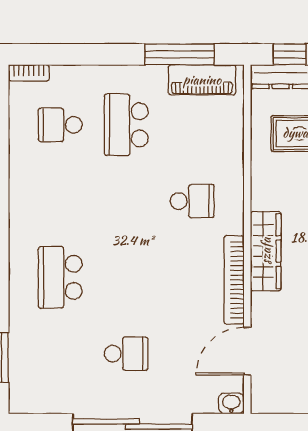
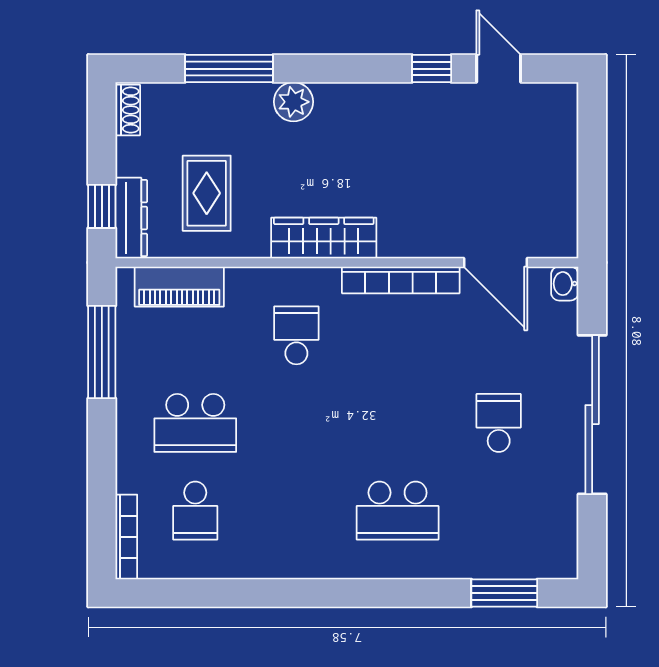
bookcase: (29, 73) -> (126, 537), width x1.56
piano: (202, 80) -> (179, 287), moved, turned 90
wardrobe: (266, 251) -> (324, 238), moved

